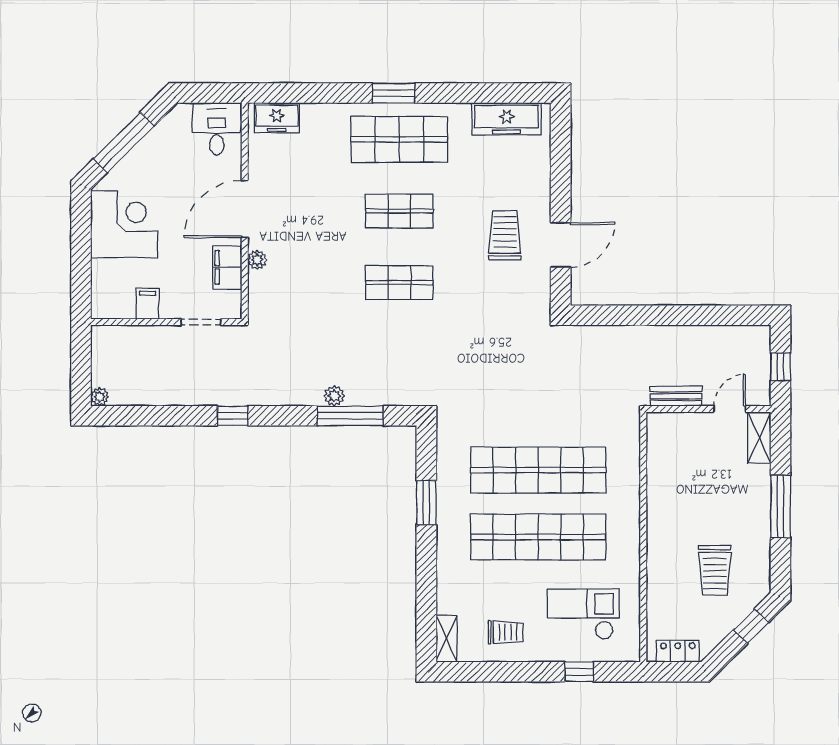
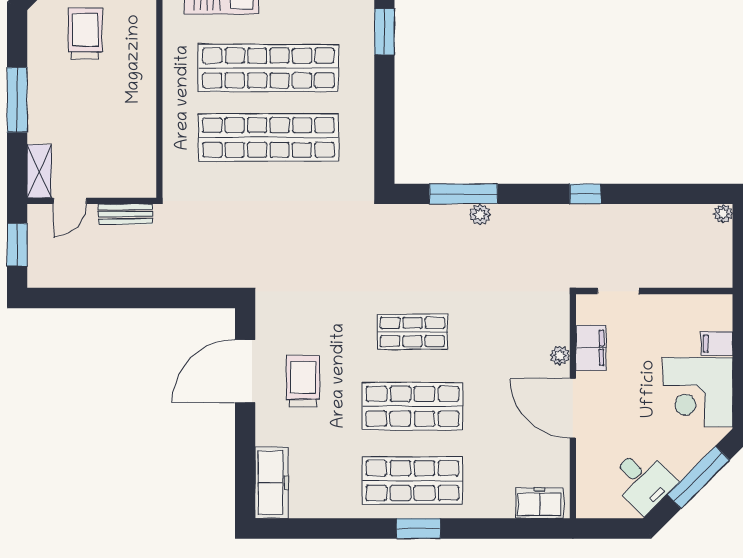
freezer: (507, 119) -> (272, 483), moved, turned 90
desk: (217, 129) -> (643, 481), moved, turned -45
door: (245, 209) -> (573, 408), swing flipped
shop shelf: (399, 211) -> (412, 406), width x1.43, depth x1.36
trolley: (505, 235) -> (303, 381), turned 180
door: (561, 245) -> (245, 371), width x1.36
filing cabinet: (148, 304) -> (717, 344), moved, turned 90
window: (780, 367) -> (17, 245), width x1.50
window: (426, 503) -> (384, 32), moved

